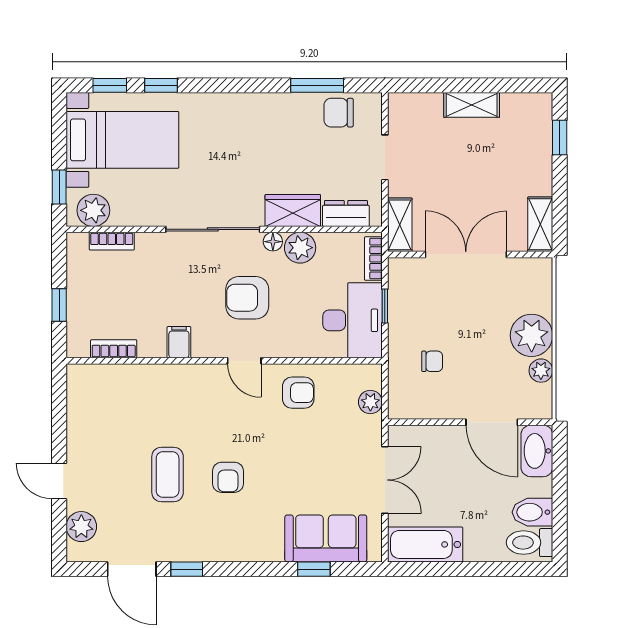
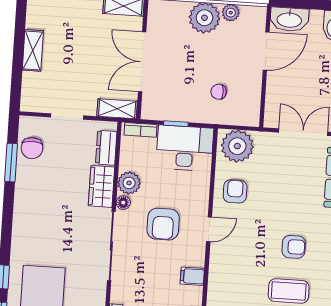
chair: (432, 361) -> (219, 92), turned -90
plant: (370, 402) -> (237, 146), width x1.88, depth x1.88

